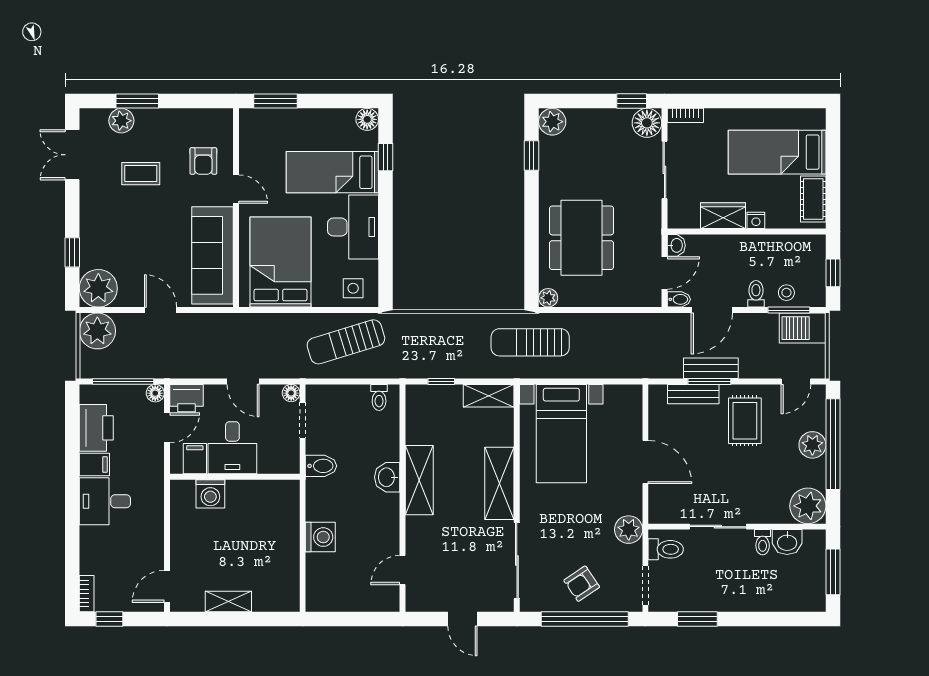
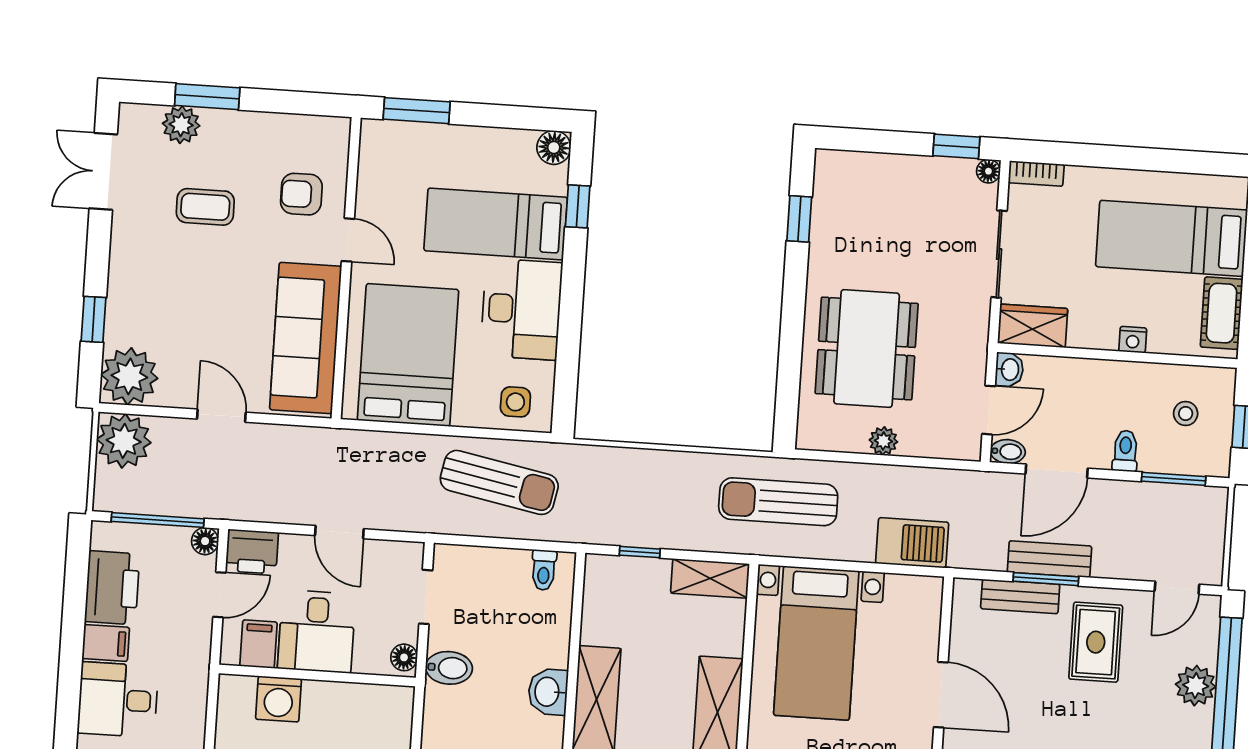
plant: (552, 122) -> (834, 170), removed
floor lamp: (647, 123) -> (988, 171), width x0.53, depth x0.53
armchair: (203, 161) -> (301, 194), turned 90
wardrobe: (723, 216) -> (1033, 326), moved
stool: (786, 293) -> (1186, 414), moved
plant: (548, 298) -> (883, 441), moved
barbecue: (803, 328) -> (912, 543), moved, turned 180
sun lounger: (346, 342) -> (499, 482), turned -152
floor lamp: (291, 393) -> (404, 657), moved

